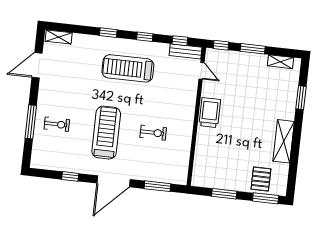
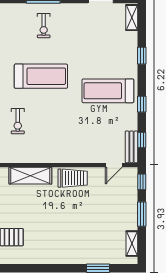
window: (108, 33) -> (142, 56), moved
treadmill: (128, 68) -> (108, 91), turned -90
exercise bike: (153, 133) -> (18, 121), moved
shelving: (284, 141) -> (30, 176), moved

